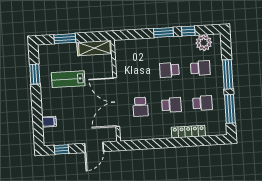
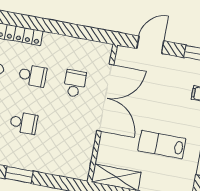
lab bench: (68, 79) -> (162, 145), turned 180
school desk: (171, 105) -> (33, 76), turned 180

